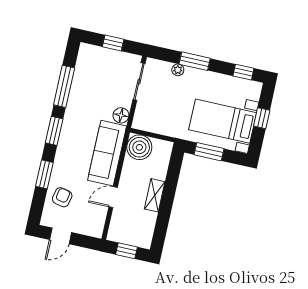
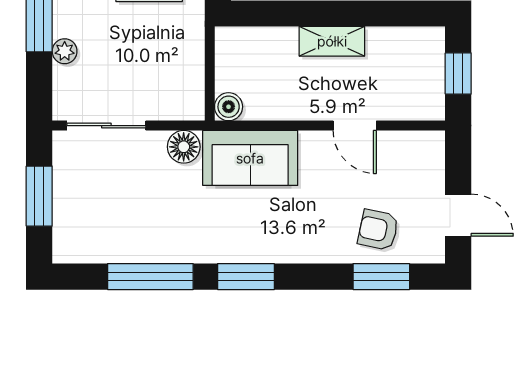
window: (113, 43) -> (39, 196), width x1.50
boiler: (139, 147) -> (229, 107), width x0.54, depth x0.54
sofa: (107, 153) -> (250, 158), width x0.73
window: (44, 174) -> (381, 277), moved

